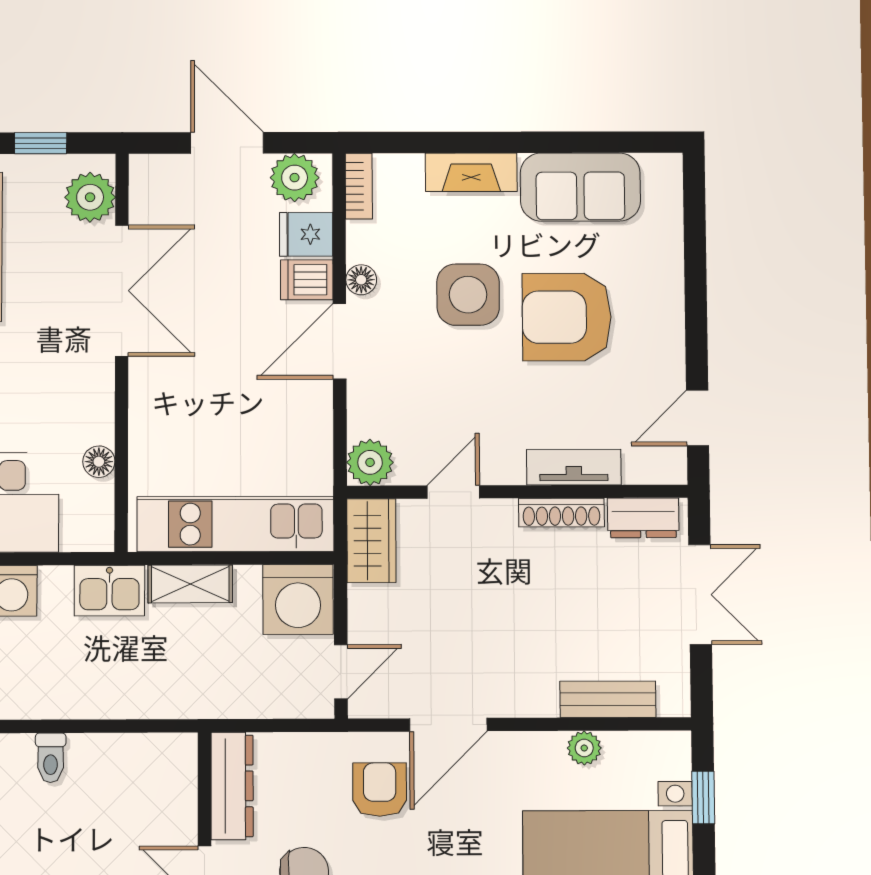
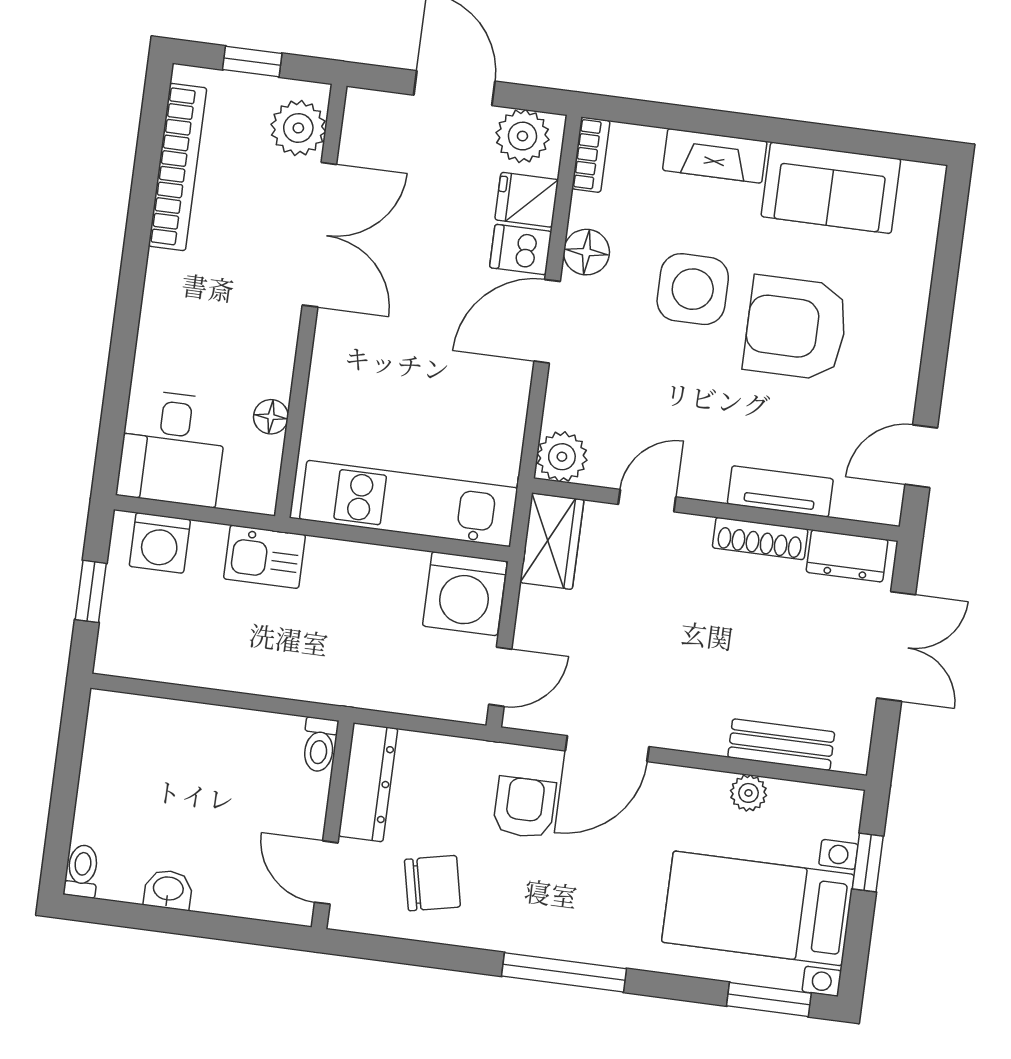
floor lamp: (361, 280) -> (586, 252), width x1.37, depth x1.37
shelving: (190, 584) -> (352, 561), removed
toilet: (51, 758) -> (320, 745), moved

